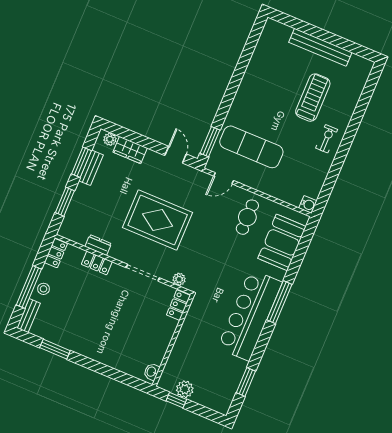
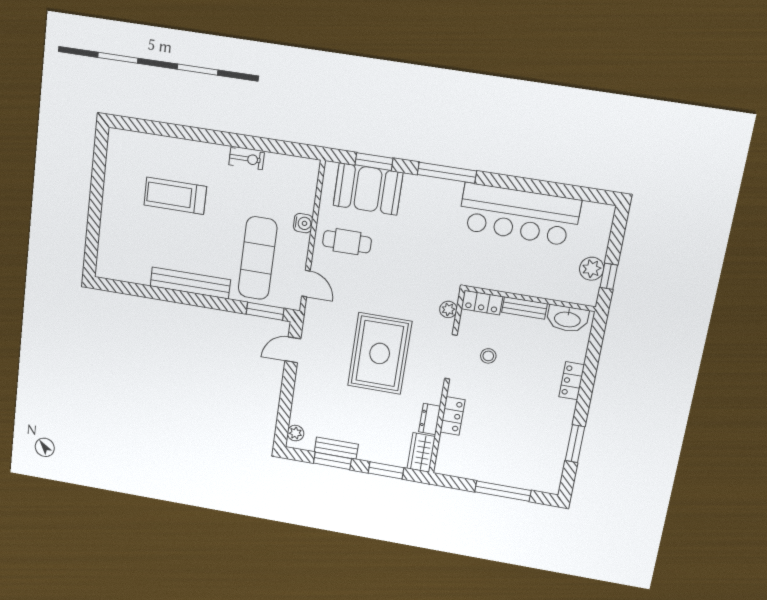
bench: (320, 47) -> (190, 283), moved, turned 90
exercise bike: (327, 139) -> (247, 159), moved, turned 180
wardrobe: (130, 150) -> (421, 452), moved, turned 180
water cooler: (308, 204) -> (303, 223), moved, turned 90
locker: (56, 253) -> (572, 381), moved, turned -90
stool: (43, 289) -> (488, 356), moved
bar counter: (250, 315) -> (519, 215), moved
bench: (29, 316) -> (524, 308), moved
washbasin: (152, 372) -> (567, 319), width x1.91, depth x1.45
window: (246, 382) -> (374, 162), moved

